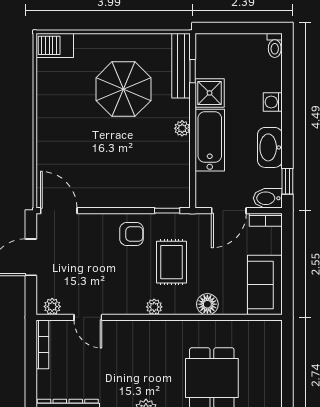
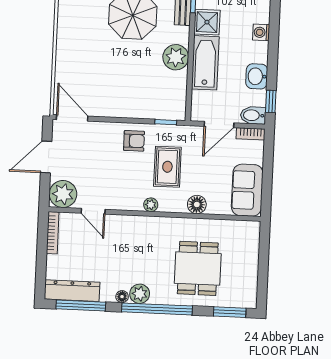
plant: (182, 128) -> (176, 57), width x1.87, depth x1.87
washbasin: (270, 147) -> (257, 76), width x0.72
plant: (52, 307) -> (63, 194), width x1.88, depth x1.88

